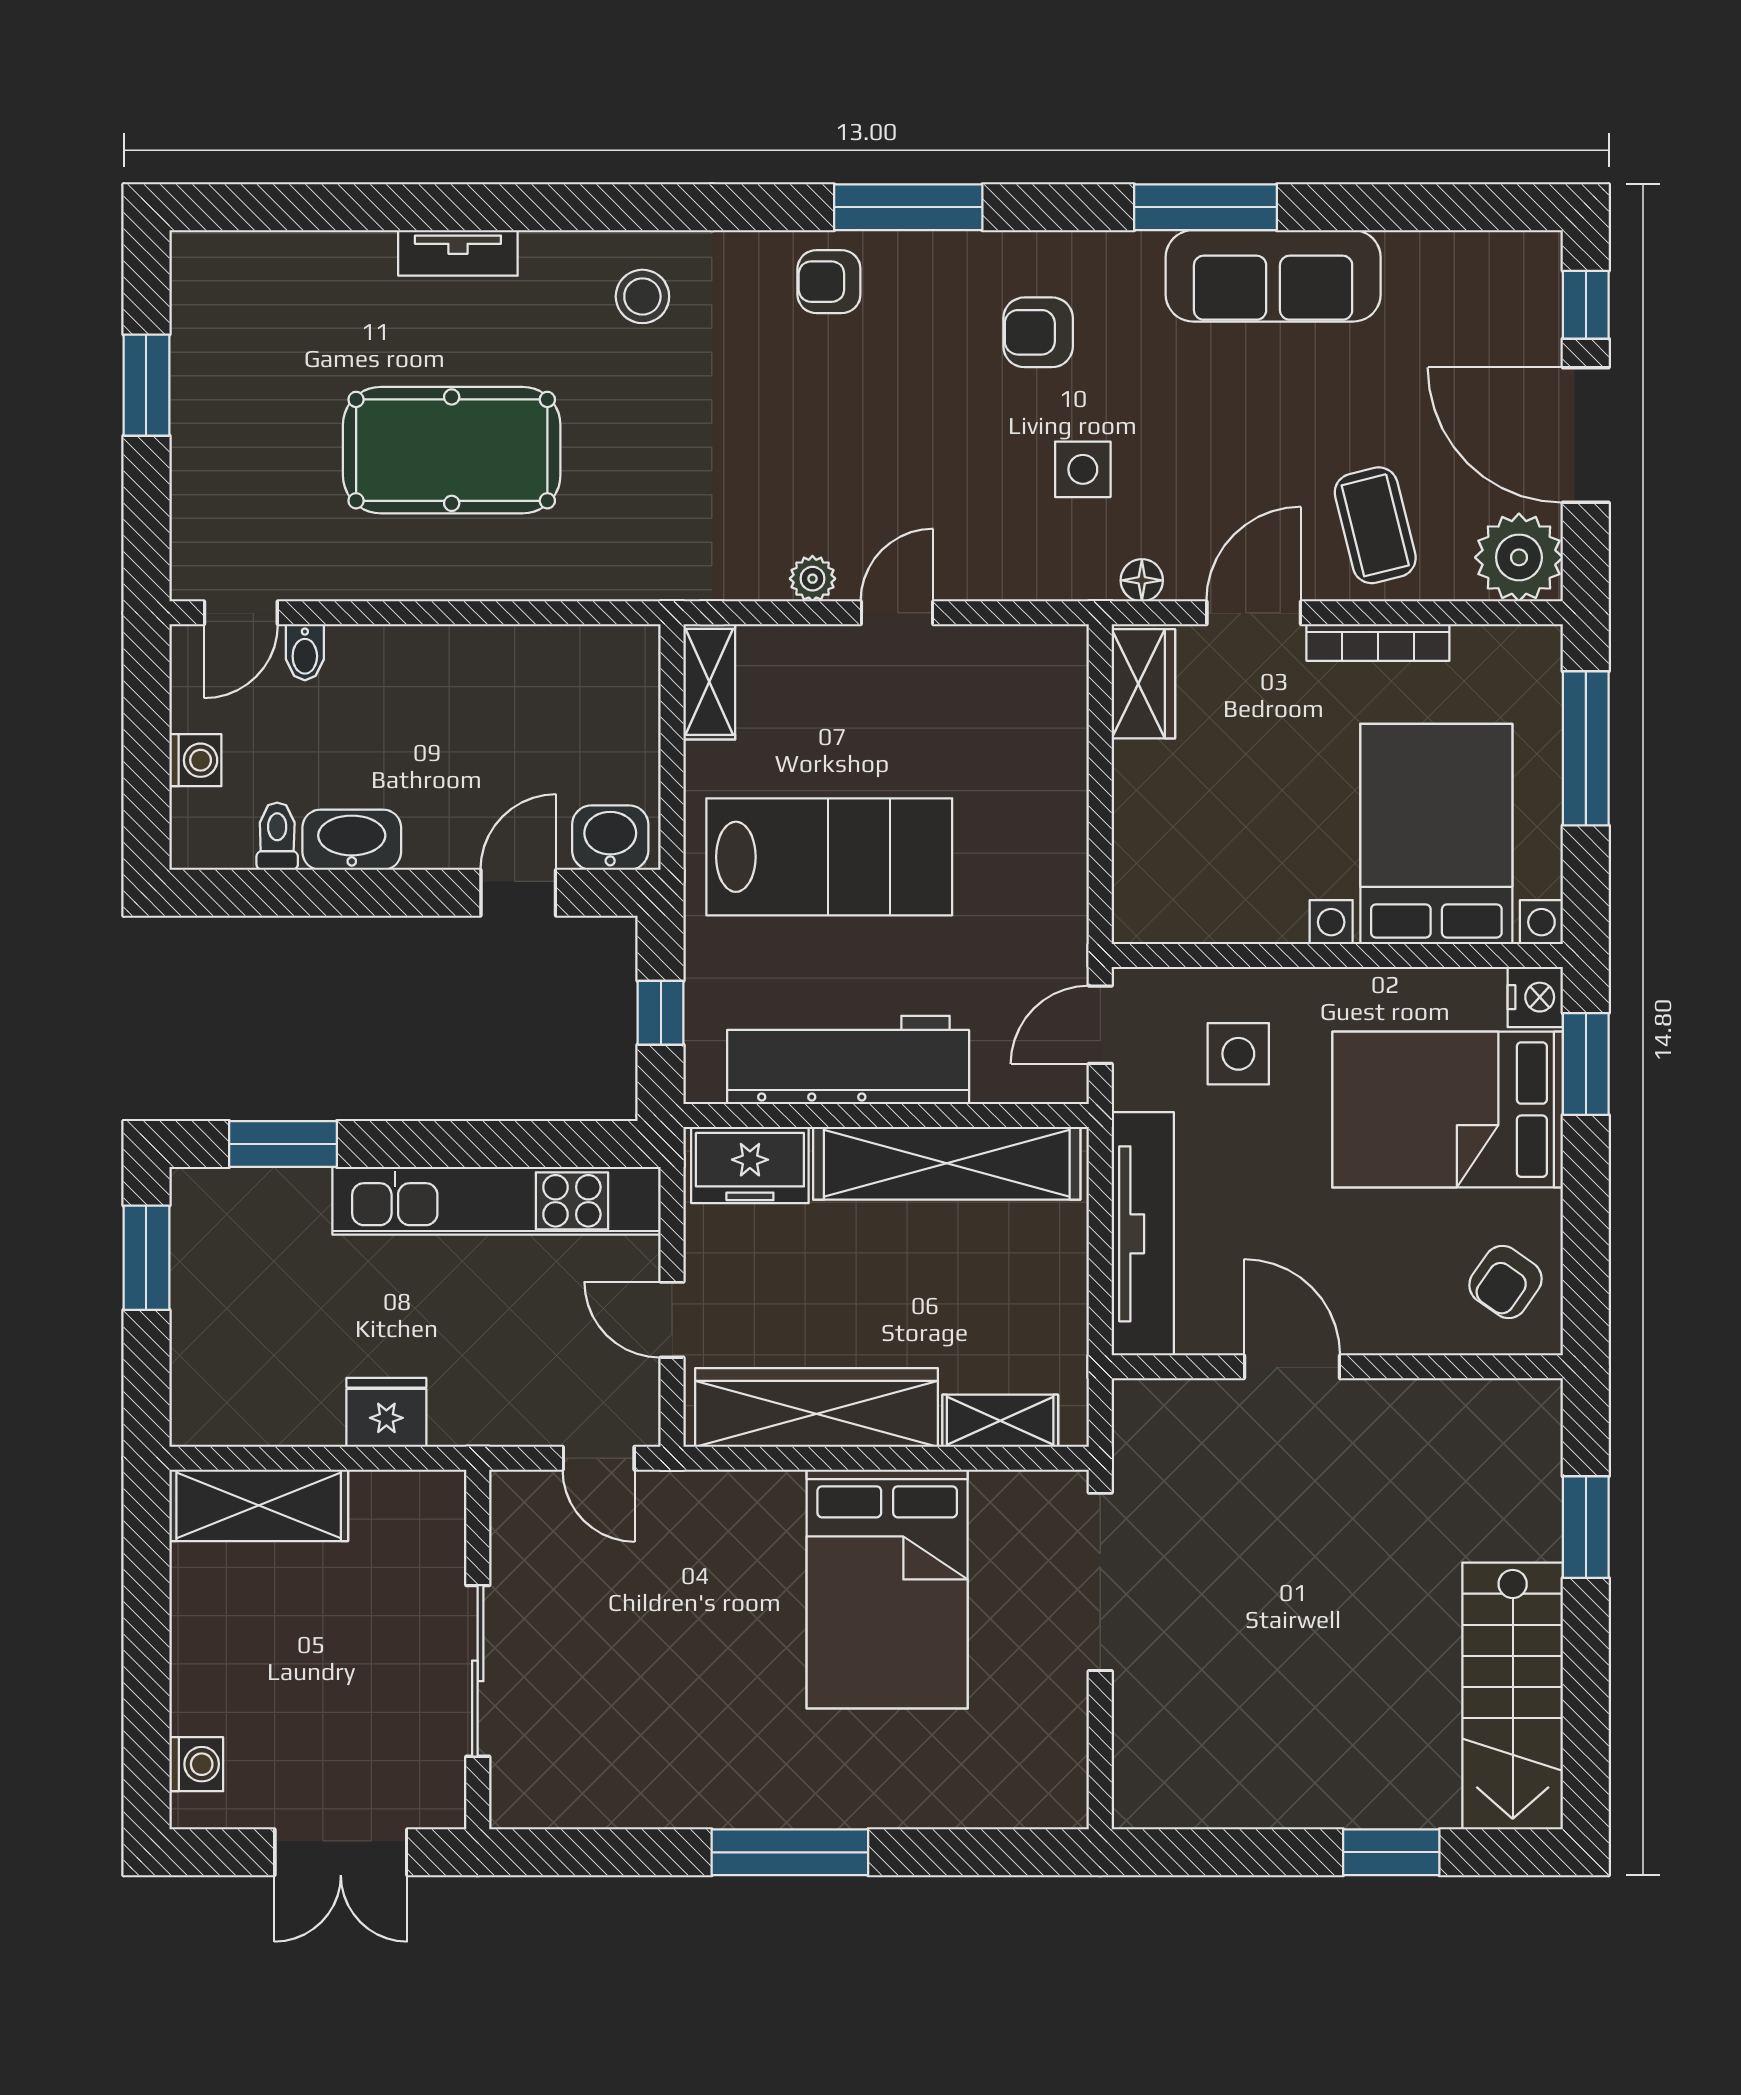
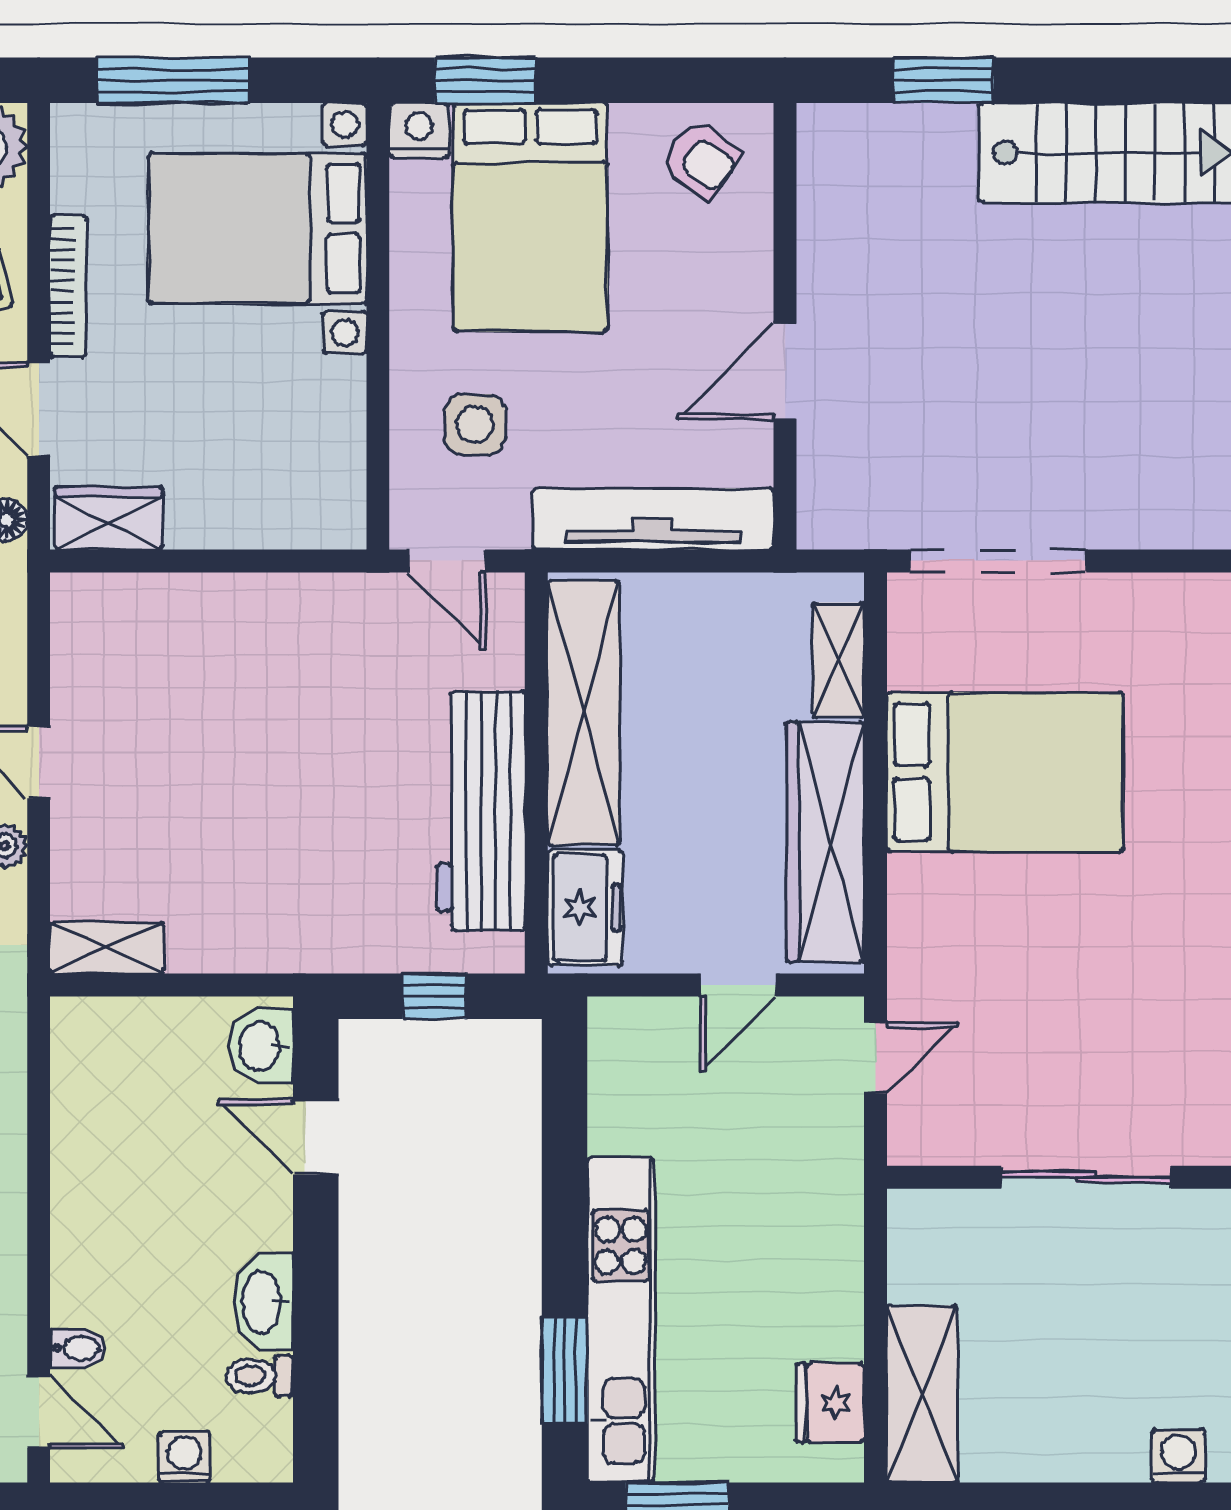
lab bench: (829, 857) -> (280, 829), removed
kitchen unit: (496, 1201) -> (621, 1320), moved
fridge: (386, 1412) -> (830, 1403), moved

